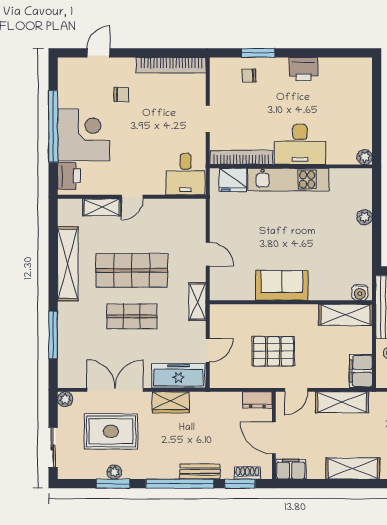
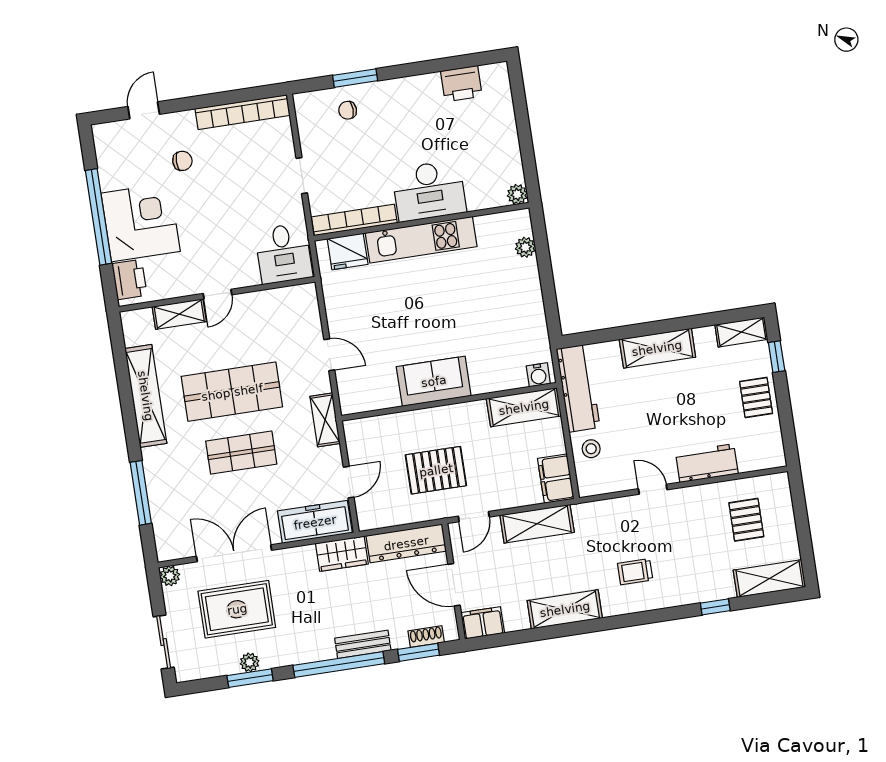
printer: (303, 69) -> (461, 84), moved
plant: (365, 217) -> (525, 247), moved
dresser: (257, 400) -> (406, 543), width x1.96, depth x1.24
wardrobe: (171, 402) -> (342, 554), moved

